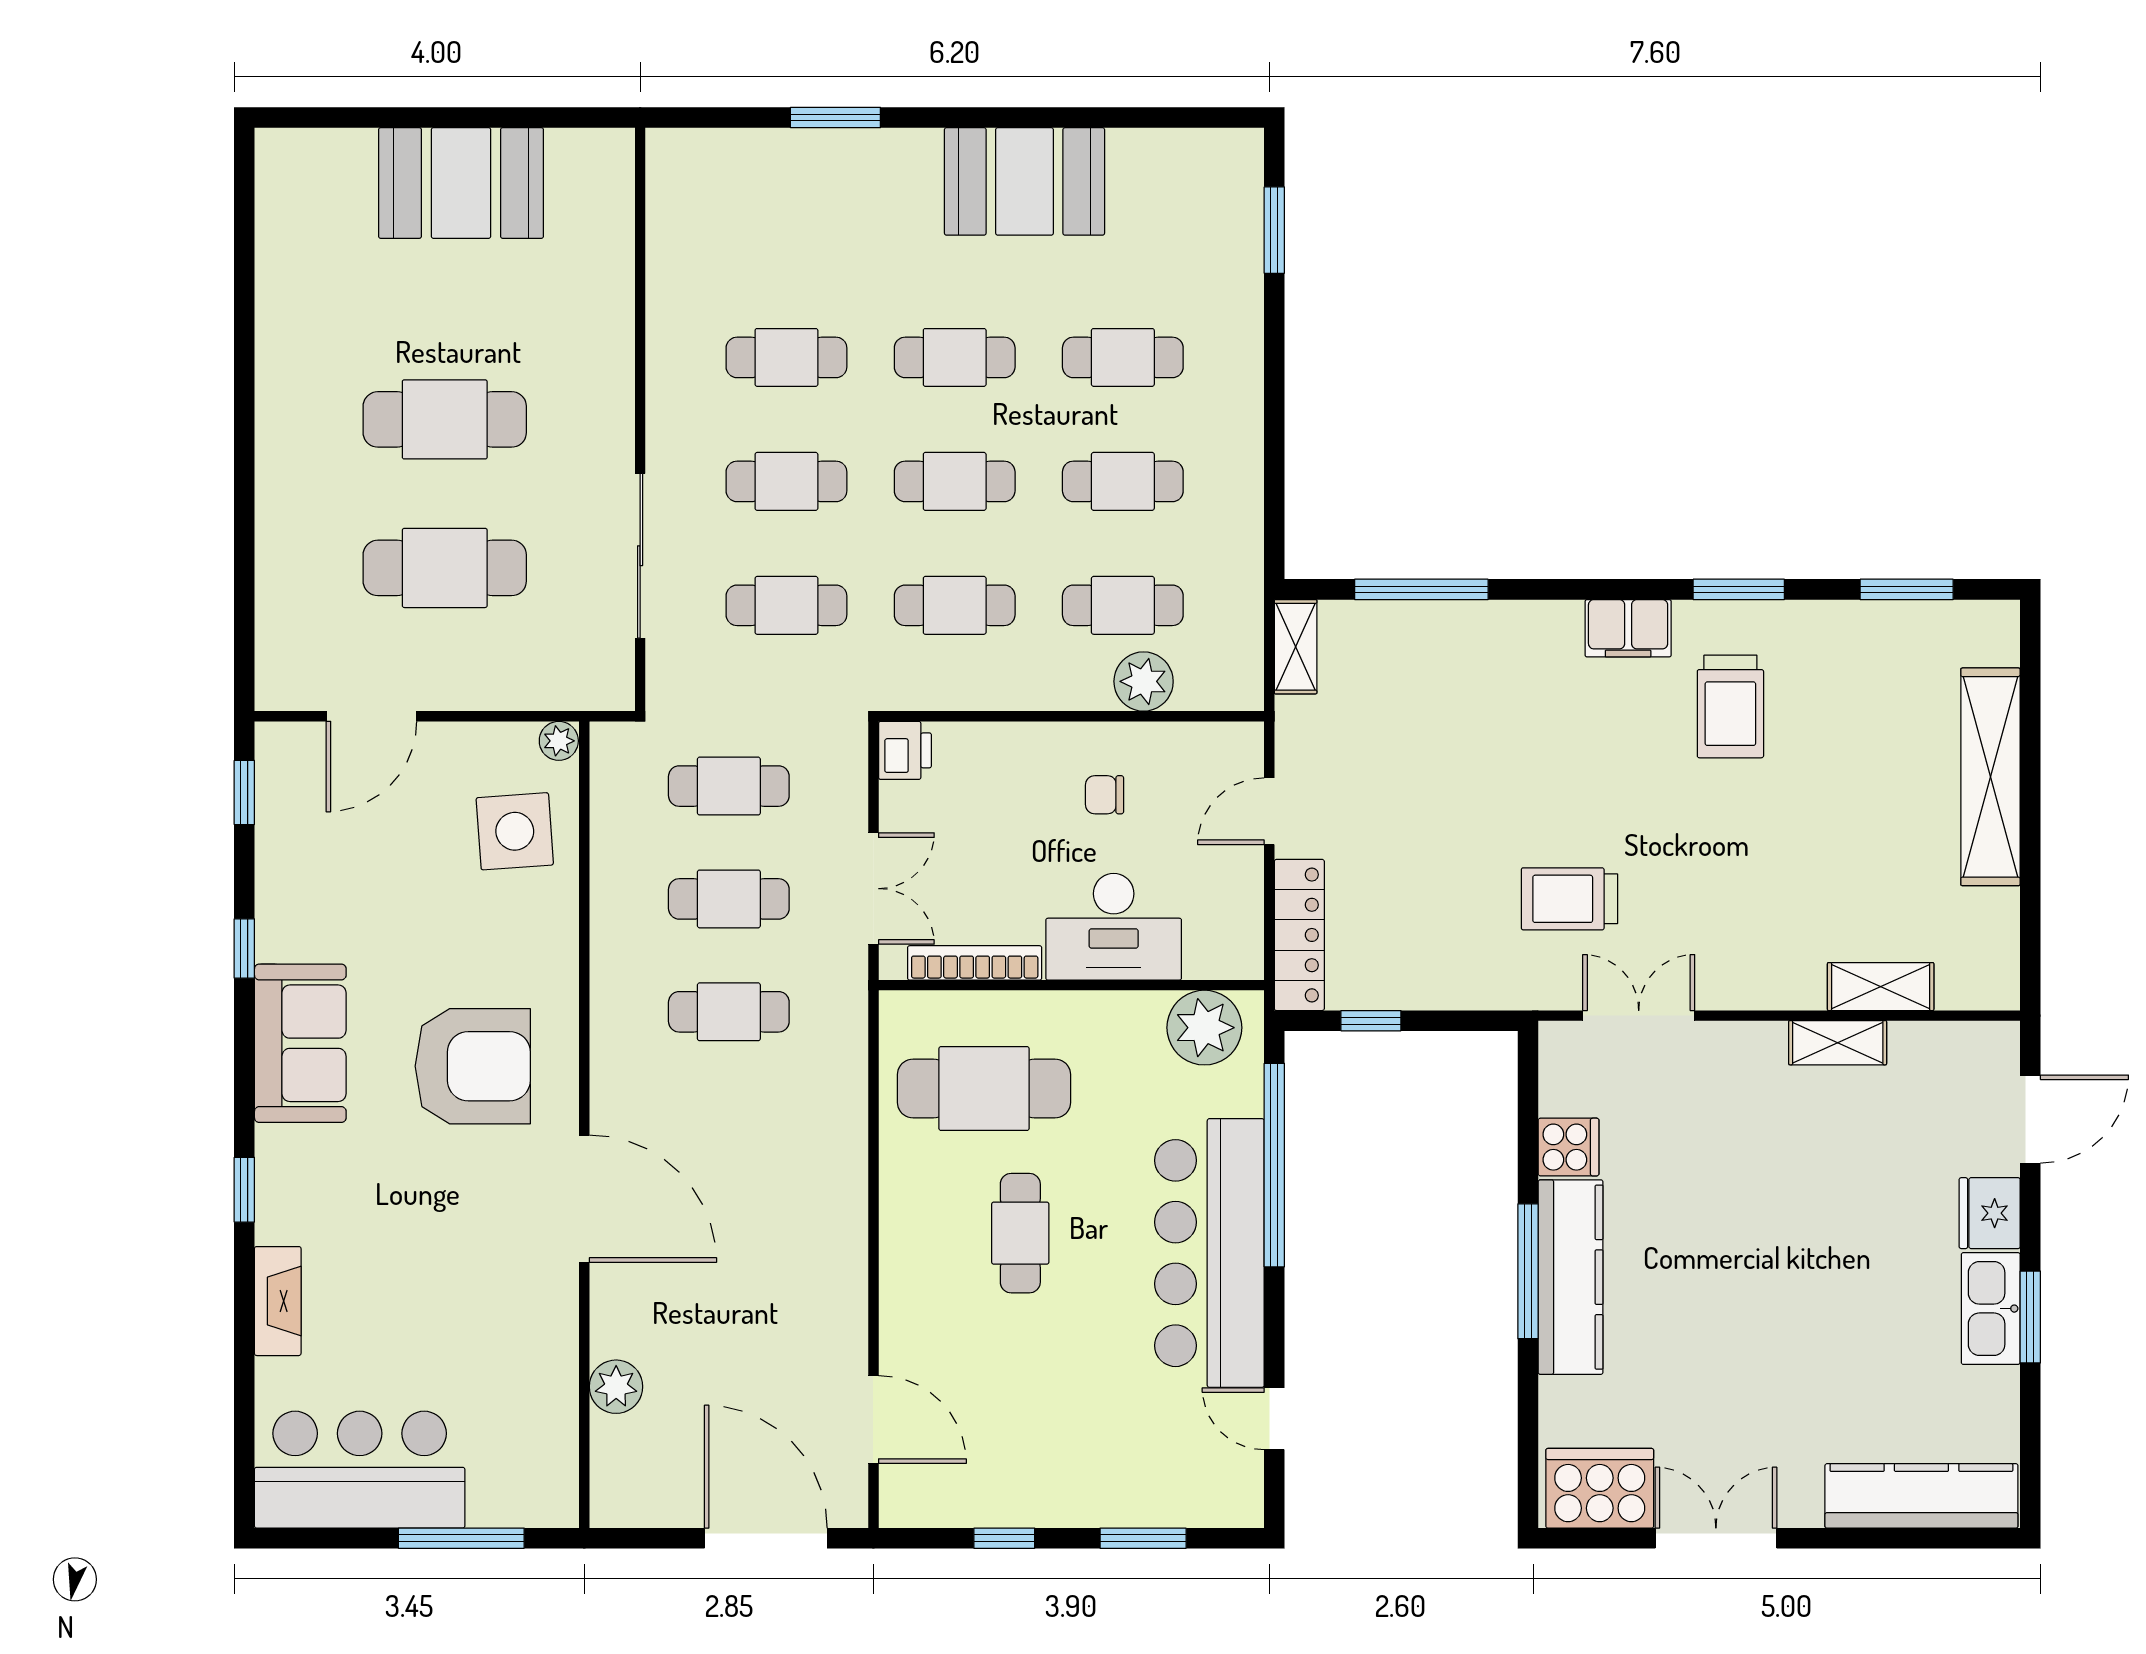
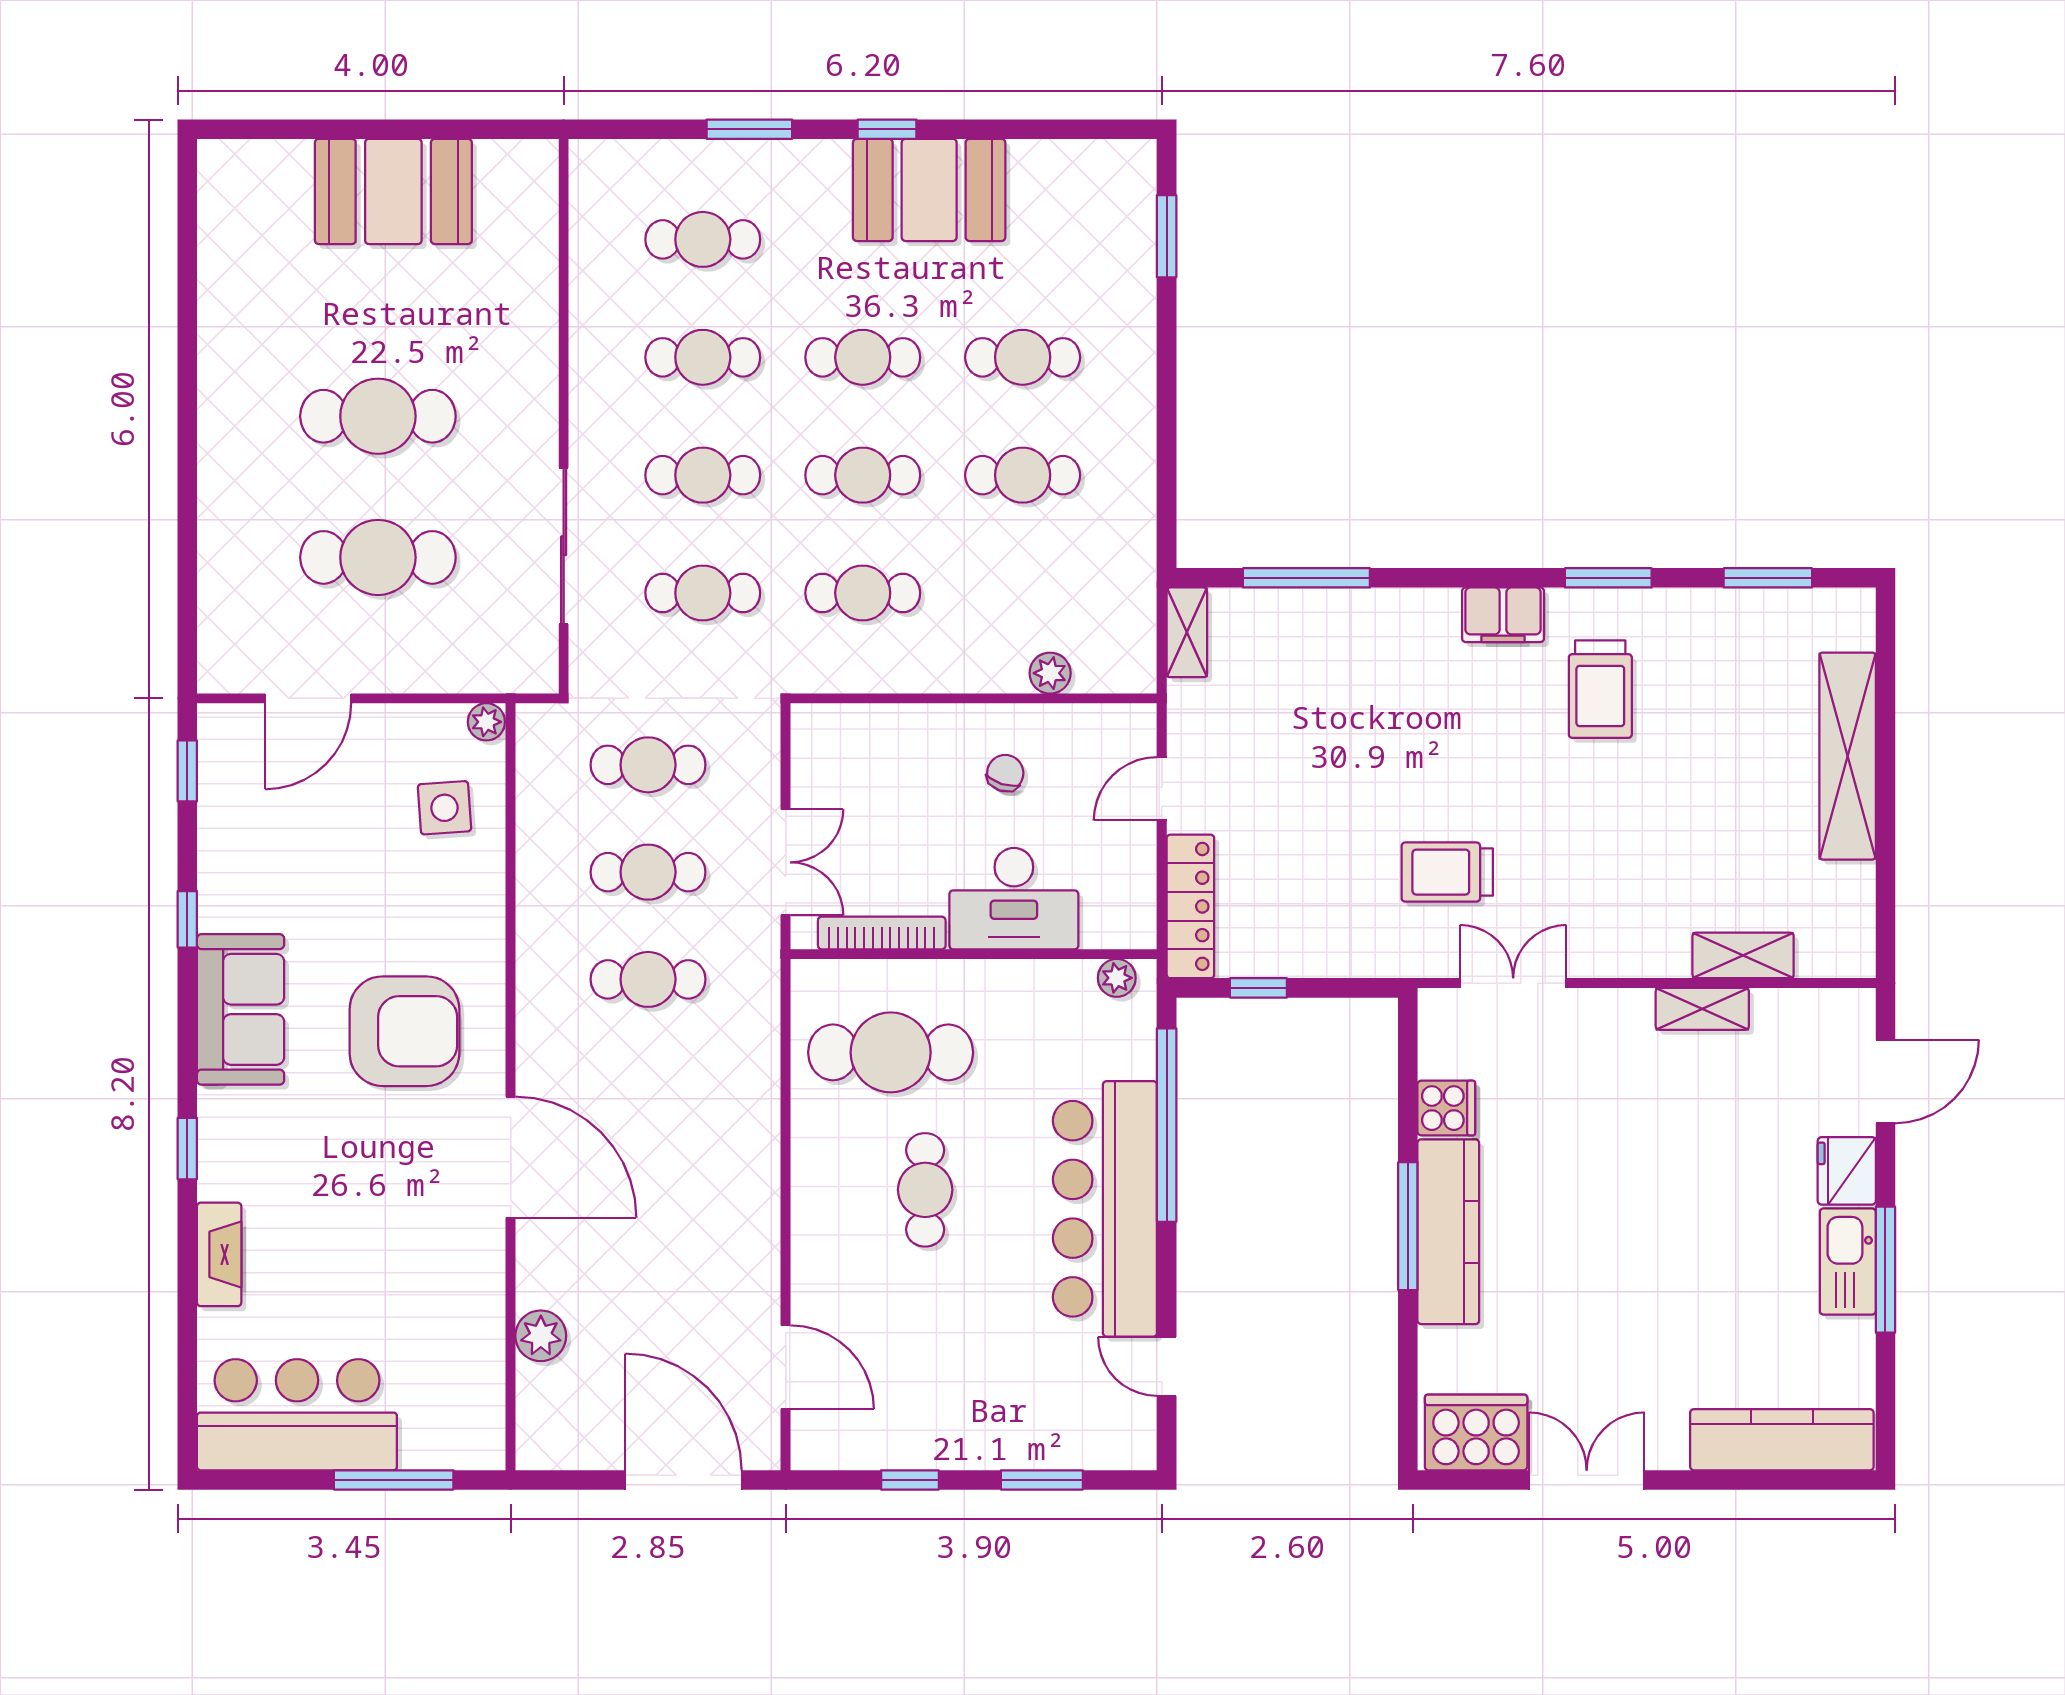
window: (980, 118) -> (887, 129), added
cafe table: (1123, 605) -> (703, 239), moved
plant: (1144, 681) -> (1050, 673), width x0.73, depth x0.73
printer: (905, 750) -> (815, 731), removed
chair: (1104, 795) -> (1005, 773), turned 108
side table: (515, 831) -> (444, 808), width x0.73, depth x0.73
plant: (1204, 1028) -> (1117, 978), width x0.53, depth x0.53
window: (2030, 1317) -> (1885, 1270), width x1.44

